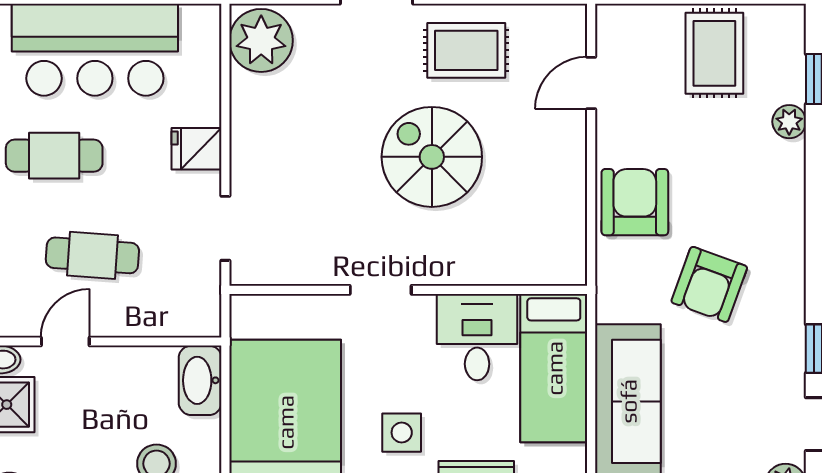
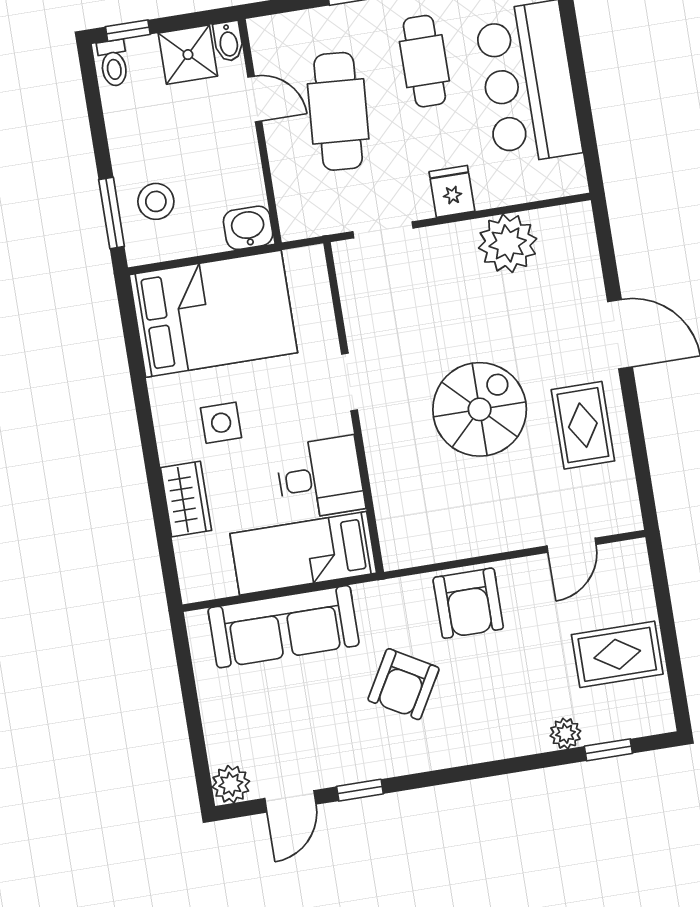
plant: (261, 40) -> (508, 243), moved
door: (591, 83) -> (571, 545), swing flipped
armchair: (635, 202) -> (468, 603), turned 90
cafe table: (92, 255) -> (338, 111), width x1.37, depth x1.35
armchair: (709, 284) -> (404, 684), turned -80
washbasin: (200, 380) -> (248, 228), width x0.72

